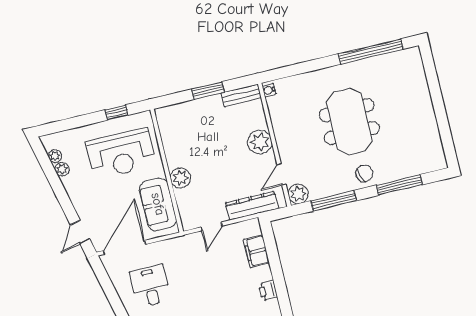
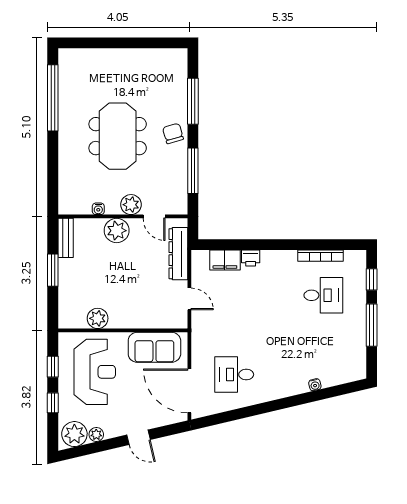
water cooler: (269, 90) -> (98, 209), moved
window: (82, 121) -> (53, 403), added
meeting table: (349, 122) -> (118, 136), turned 90
plant: (55, 156) -> (74, 434), width x1.88, depth x1.88
plant: (180, 178) -> (98, 318), moved
plant: (298, 194) -> (131, 205), moved
door: (80, 232) -> (138, 437), moved
printer: (268, 291) -> (251, 258), moved

